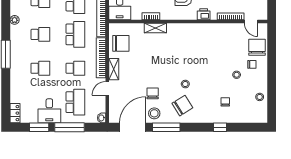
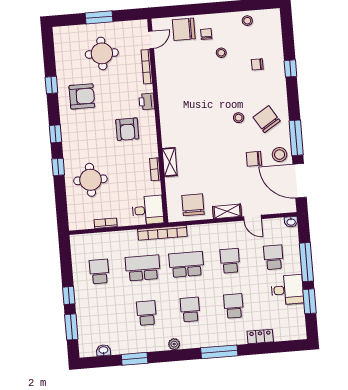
bookcase: (101, 58) -> (214, 229), removed
school desk: (75, 102) -> (273, 257), width x0.54
locker: (15, 113) -> (260, 336), moved

